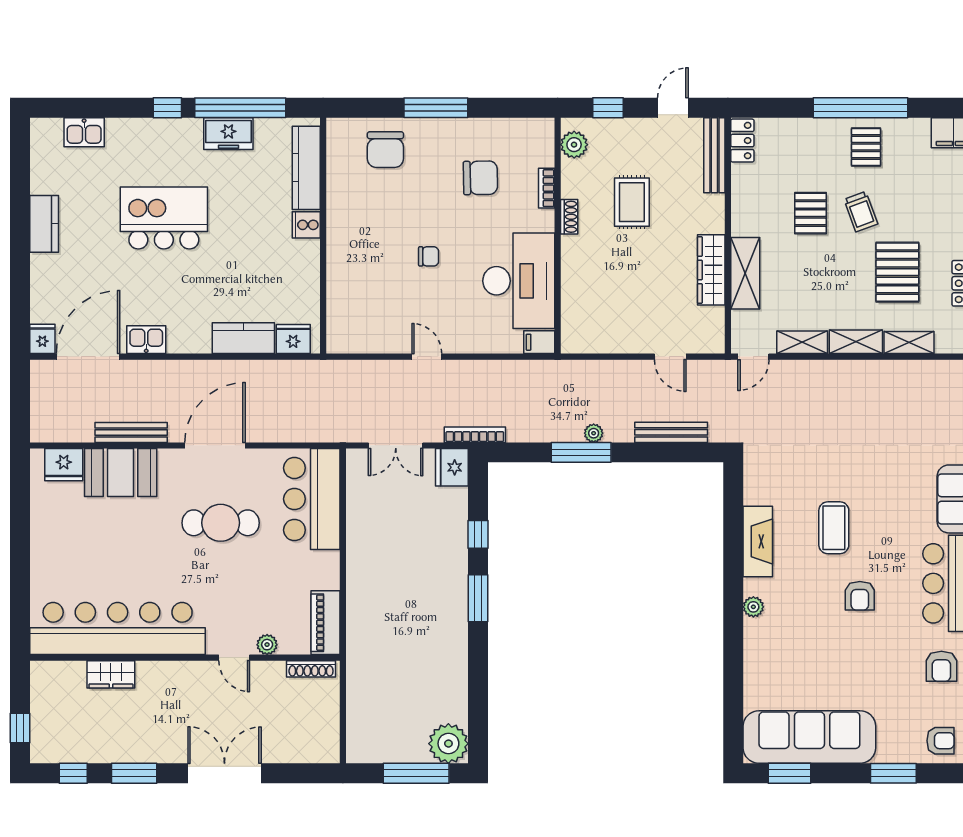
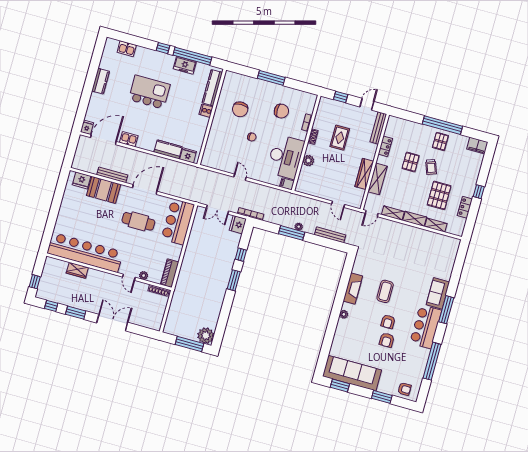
locker: (742, 141) -> (385, 146), moved
plant: (574, 145) -> (308, 161), moved
chair: (385, 150) -> (240, 109), moved
armchair: (941, 666) -> (387, 340), moved

